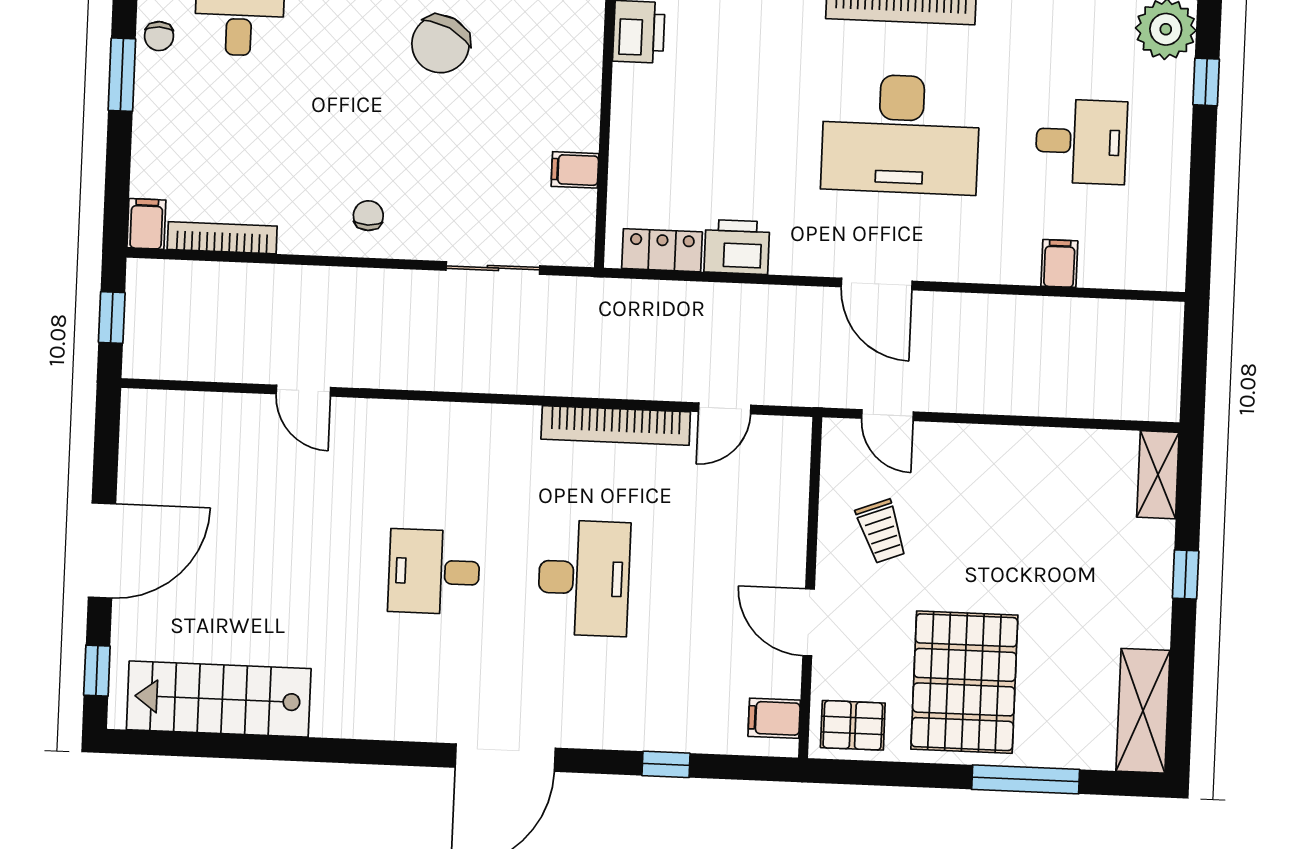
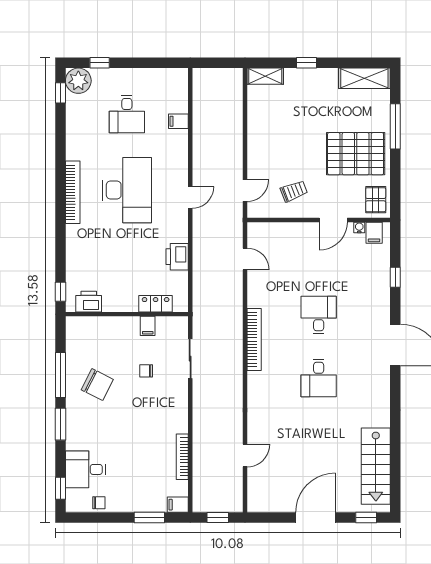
window: (122, 75) -> (149, 518), moved
desk: (1081, 142) -> (127, 114), turned 180
chair: (368, 216) -> (146, 371), moved
bookcase: (222, 238) -> (182, 457), moved
locker: (662, 250) -> (156, 304), moved, turned 90
door: (877, 284) -> (190, 197), width x0.73
door: (303, 391) -> (245, 456), moved
bookcase: (616, 426) -> (254, 340), moved
door: (102, 551) -> (316, 518), hinge flipped
desk: (584, 578) -> (319, 315), width x0.73
water cooler: (788, 683) -> (359, 227), added

